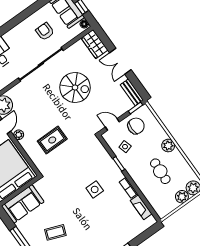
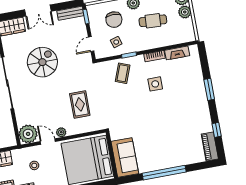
chair: (136, 126) -> (114, 20), moved, turned 180
side table: (95, 189) -> (155, 84), moved
coffee table: (55, 232) -> (123, 73), moved

